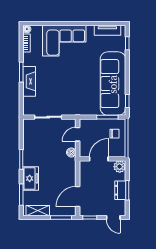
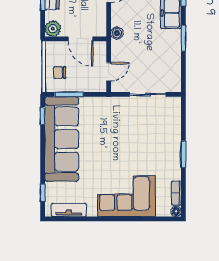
fireplace: (29, 81) -> (173, 142), removed
boiler: (71, 152) -> (117, 33), moved
door: (99, 159) -> (80, 39), hinge flipped

